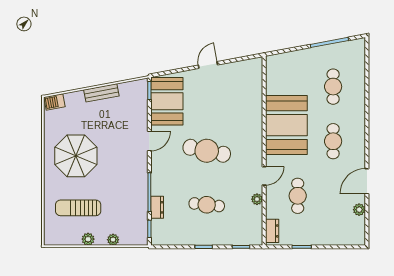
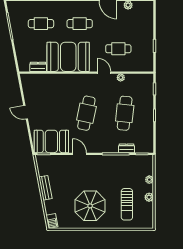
cafe table: (207, 205) -> (125, 113), width x1.37, depth x1.35
dresser: (272, 231) -> (38, 67), moved

